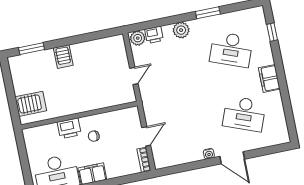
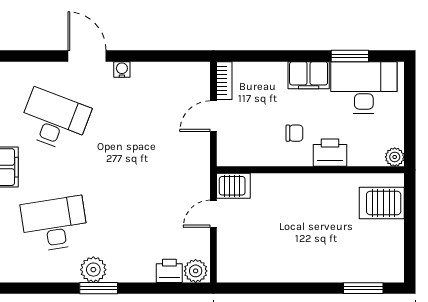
window: (208, 13) -> (99, 288), moved
plant: (181, 30) -> (93, 270), moved
desk: (231, 49) -> (54, 224), turned -30
server rack: (63, 57) -> (233, 186), moved, turned 90
plant: (29, 134) -> (395, 157), added

